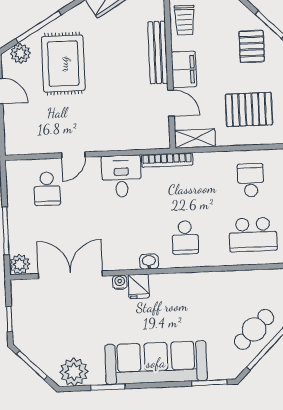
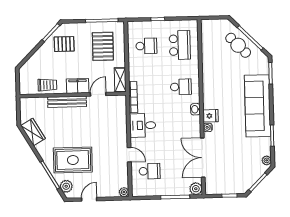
plant: (12, 147) -> (124, 192), added
school desk: (251, 180) -> (146, 46), turned 180
plant: (74, 372) -> (267, 160), width x0.53, depth x0.53

